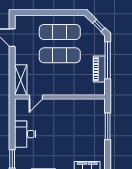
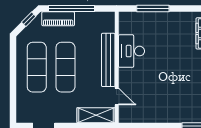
piano: (99, 69) -> (58, 19), moved
bench: (66, 90) -> (108, 60), added
desk: (25, 134) -> (131, 51), moved, turned 90

